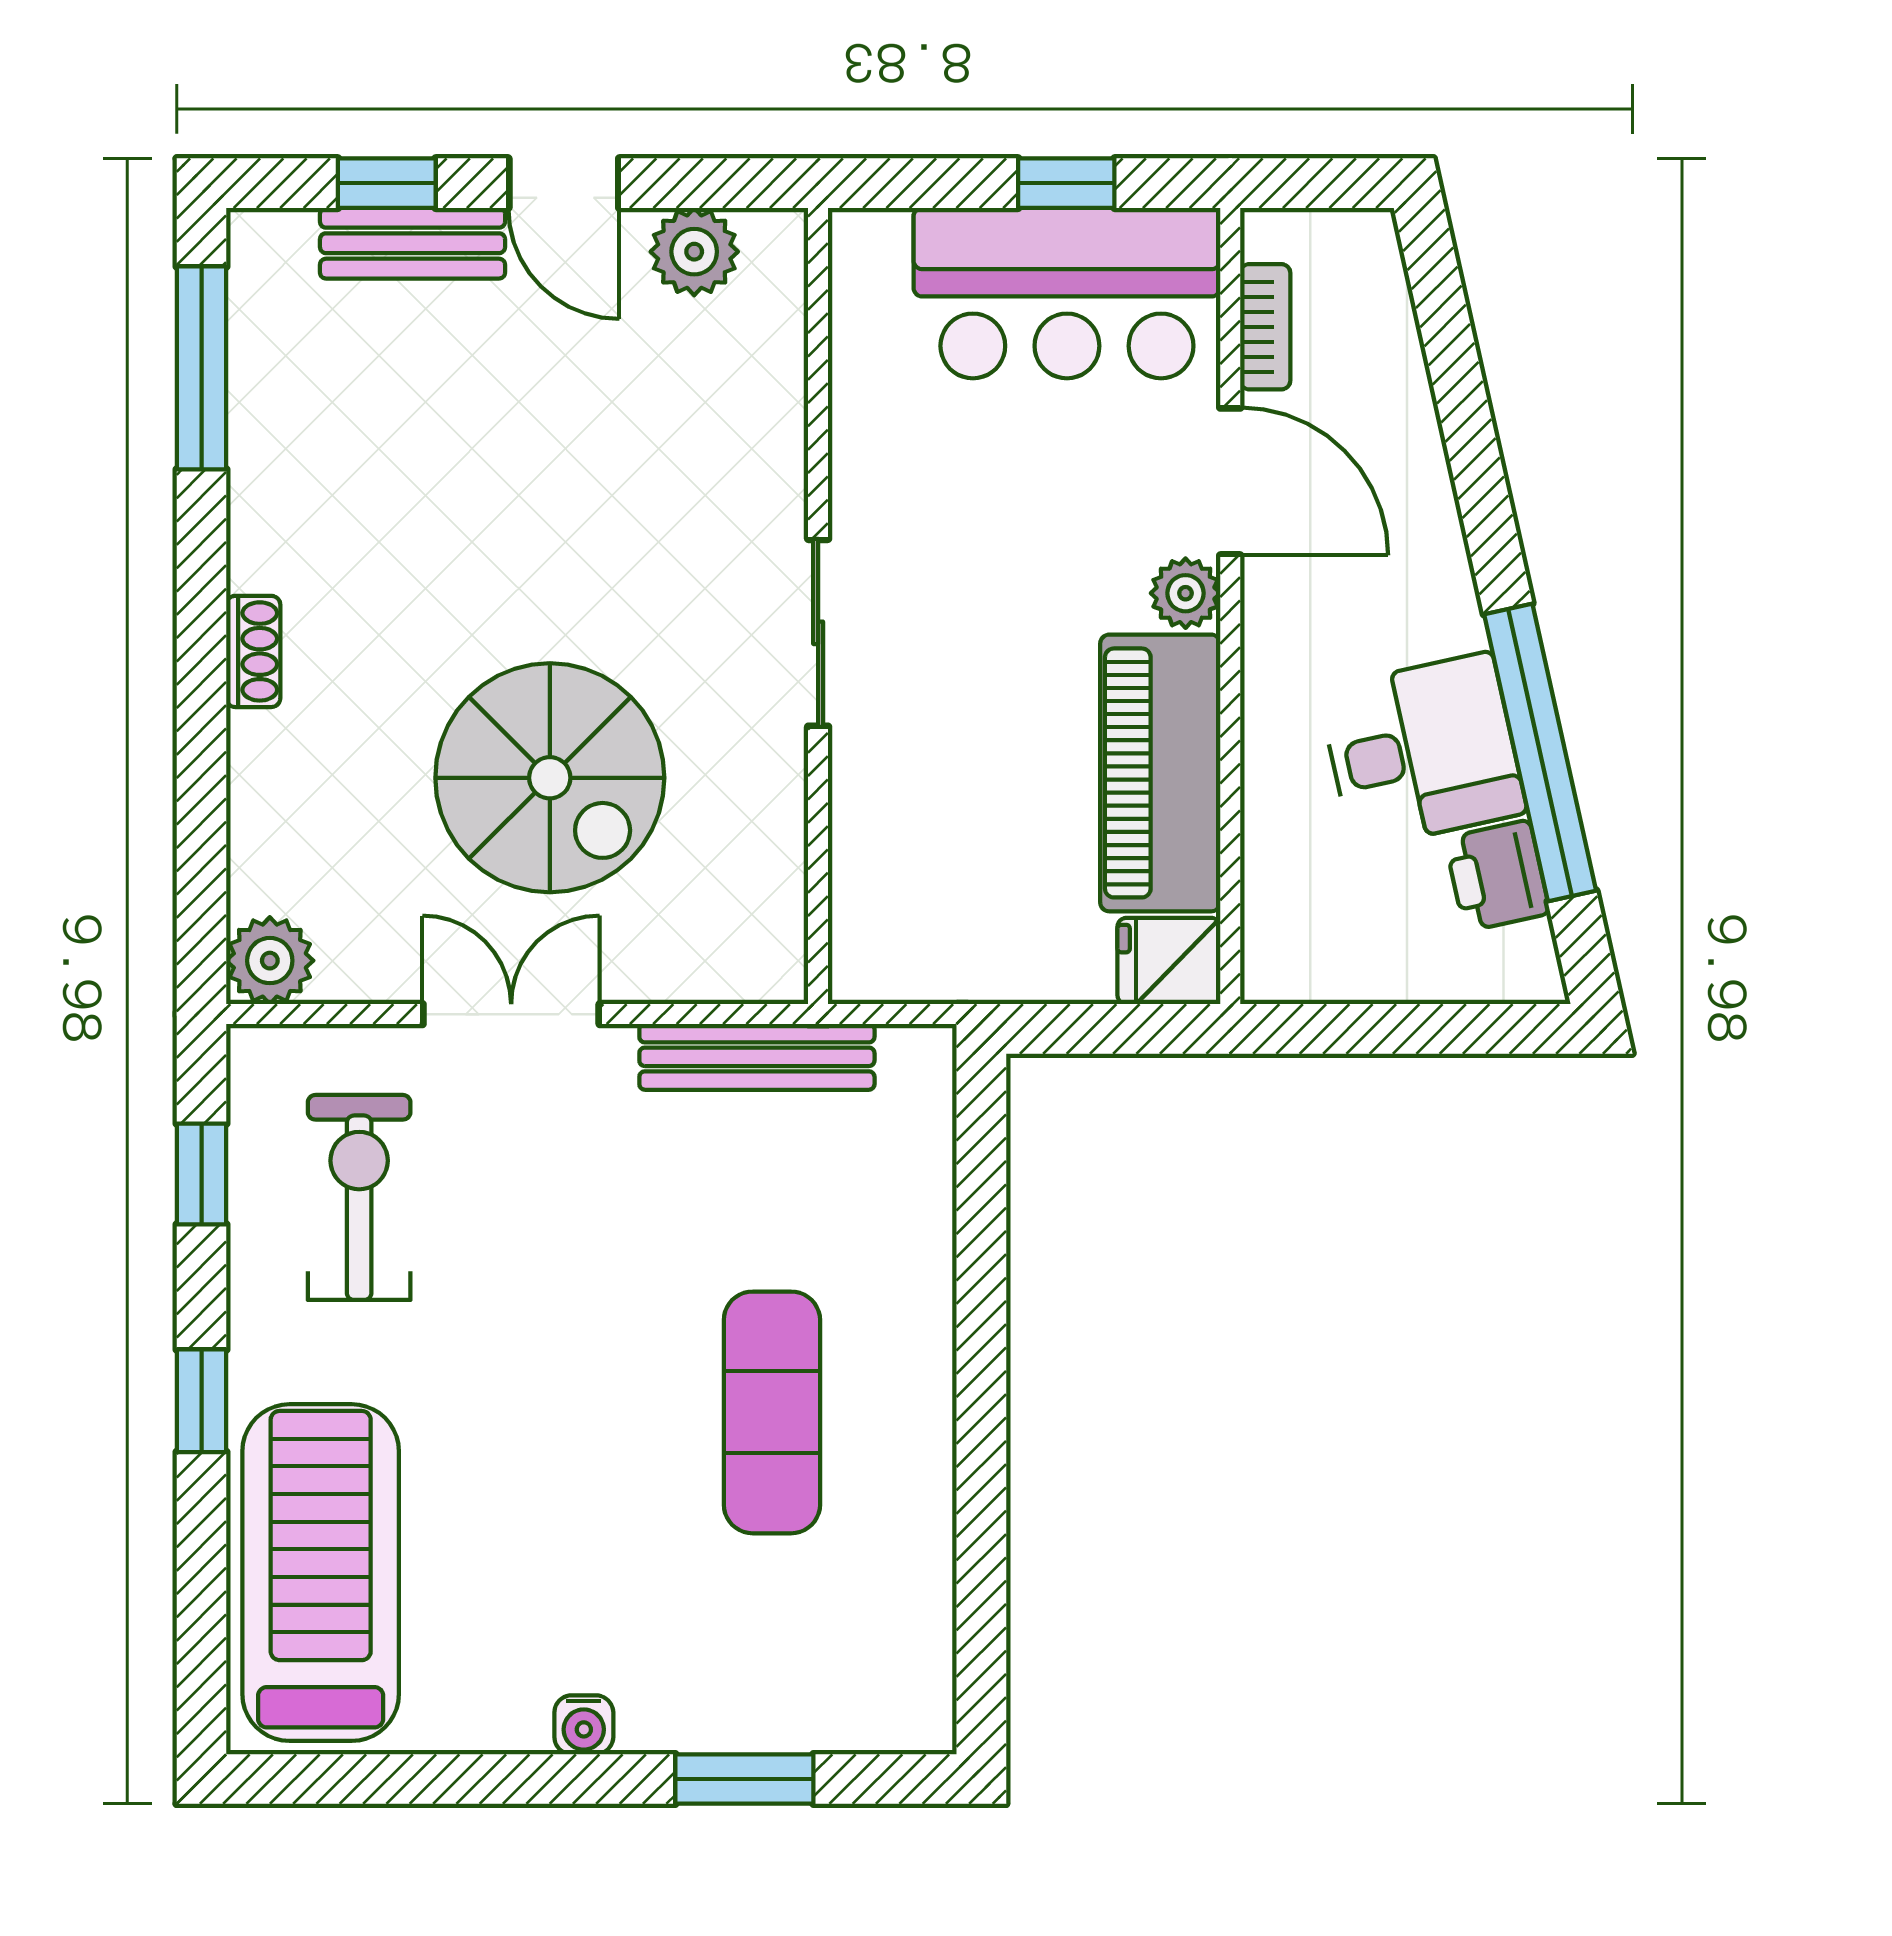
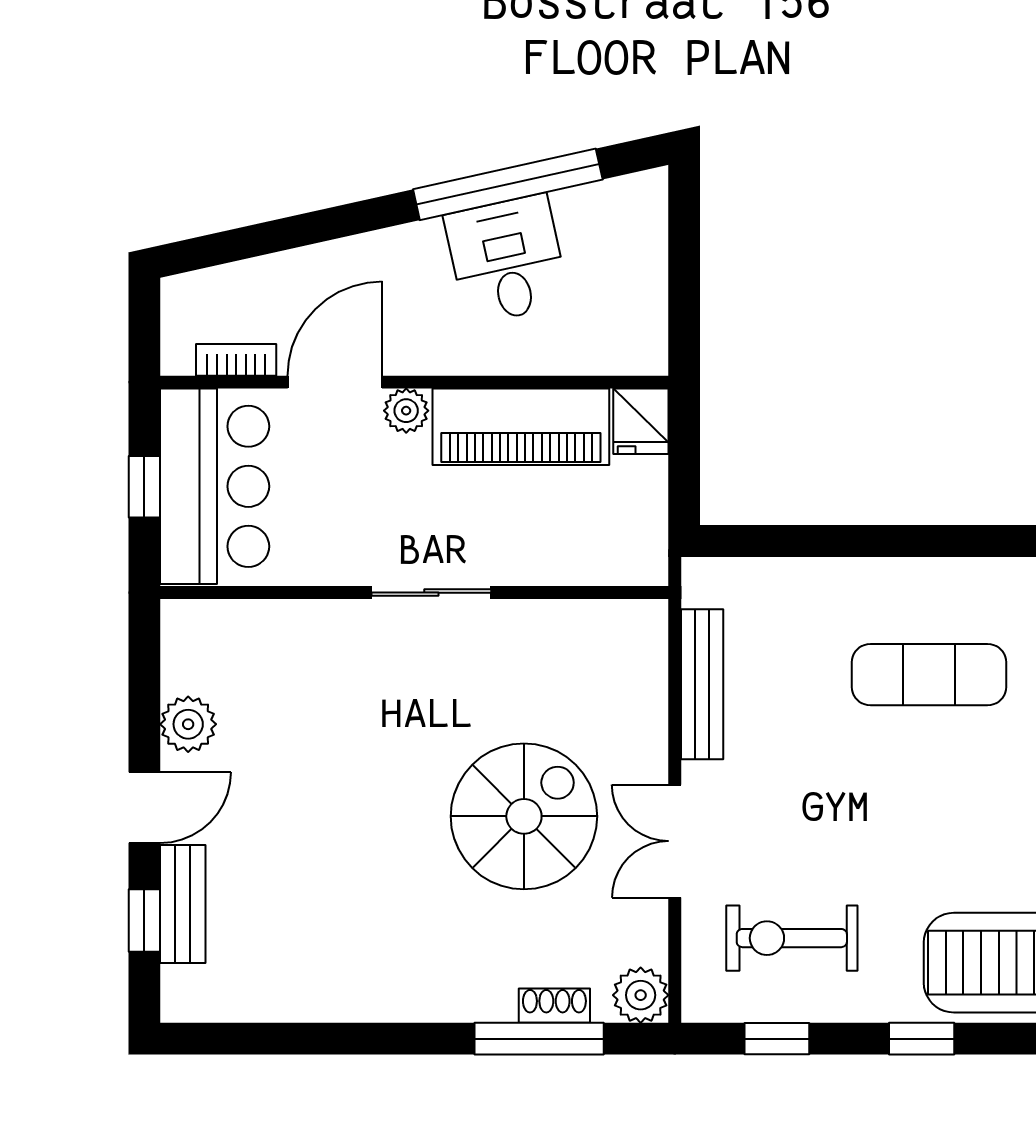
window: (202, 368) -> (539, 1039), moved
wall: (818, 606) -> (414, 593), moved
sliding door: (818, 633) -> (431, 593), moved
shoe rack: (253, 651) -> (554, 1006), moved
printer: (1497, 876) -> (587, 212), removed

